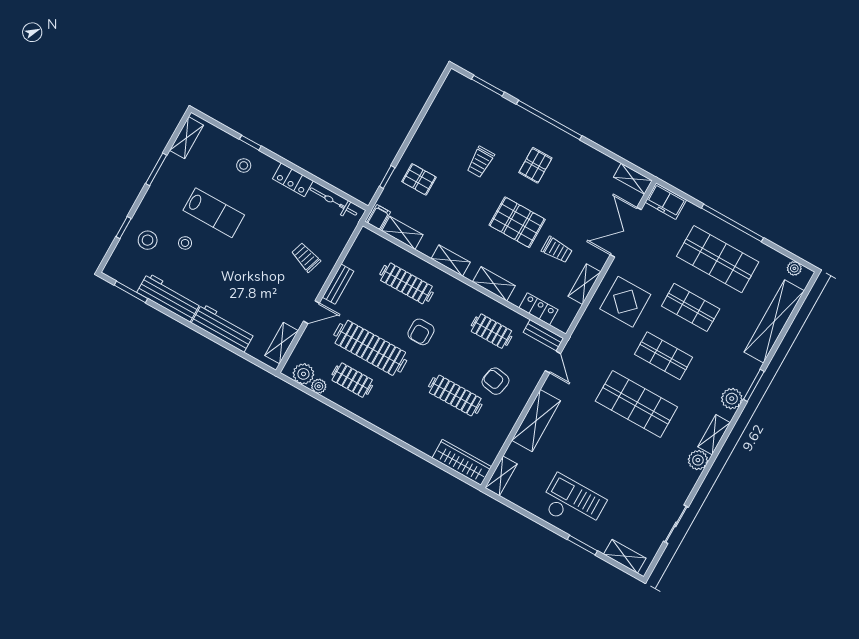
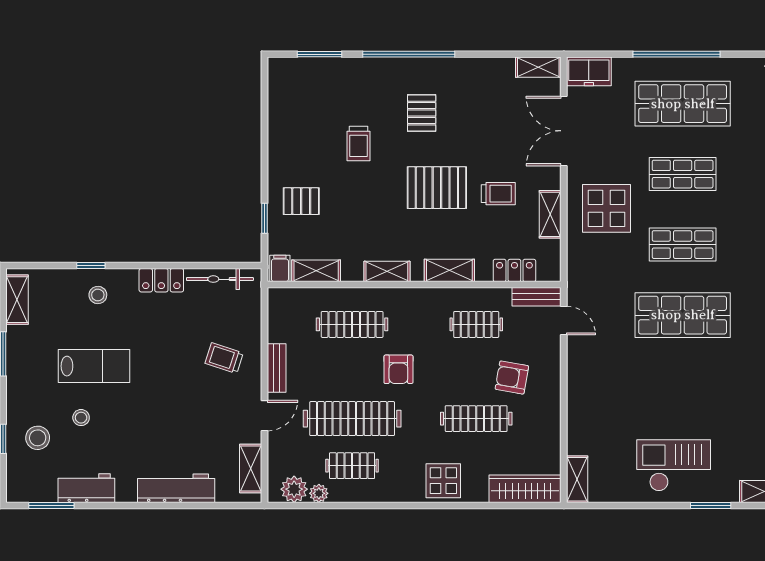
workbench: (169, 297) -> (86, 488), width x0.73
shelving: (536, 421) -> (582, 396), removed
display table: (409, 425) -> (443, 481), added

